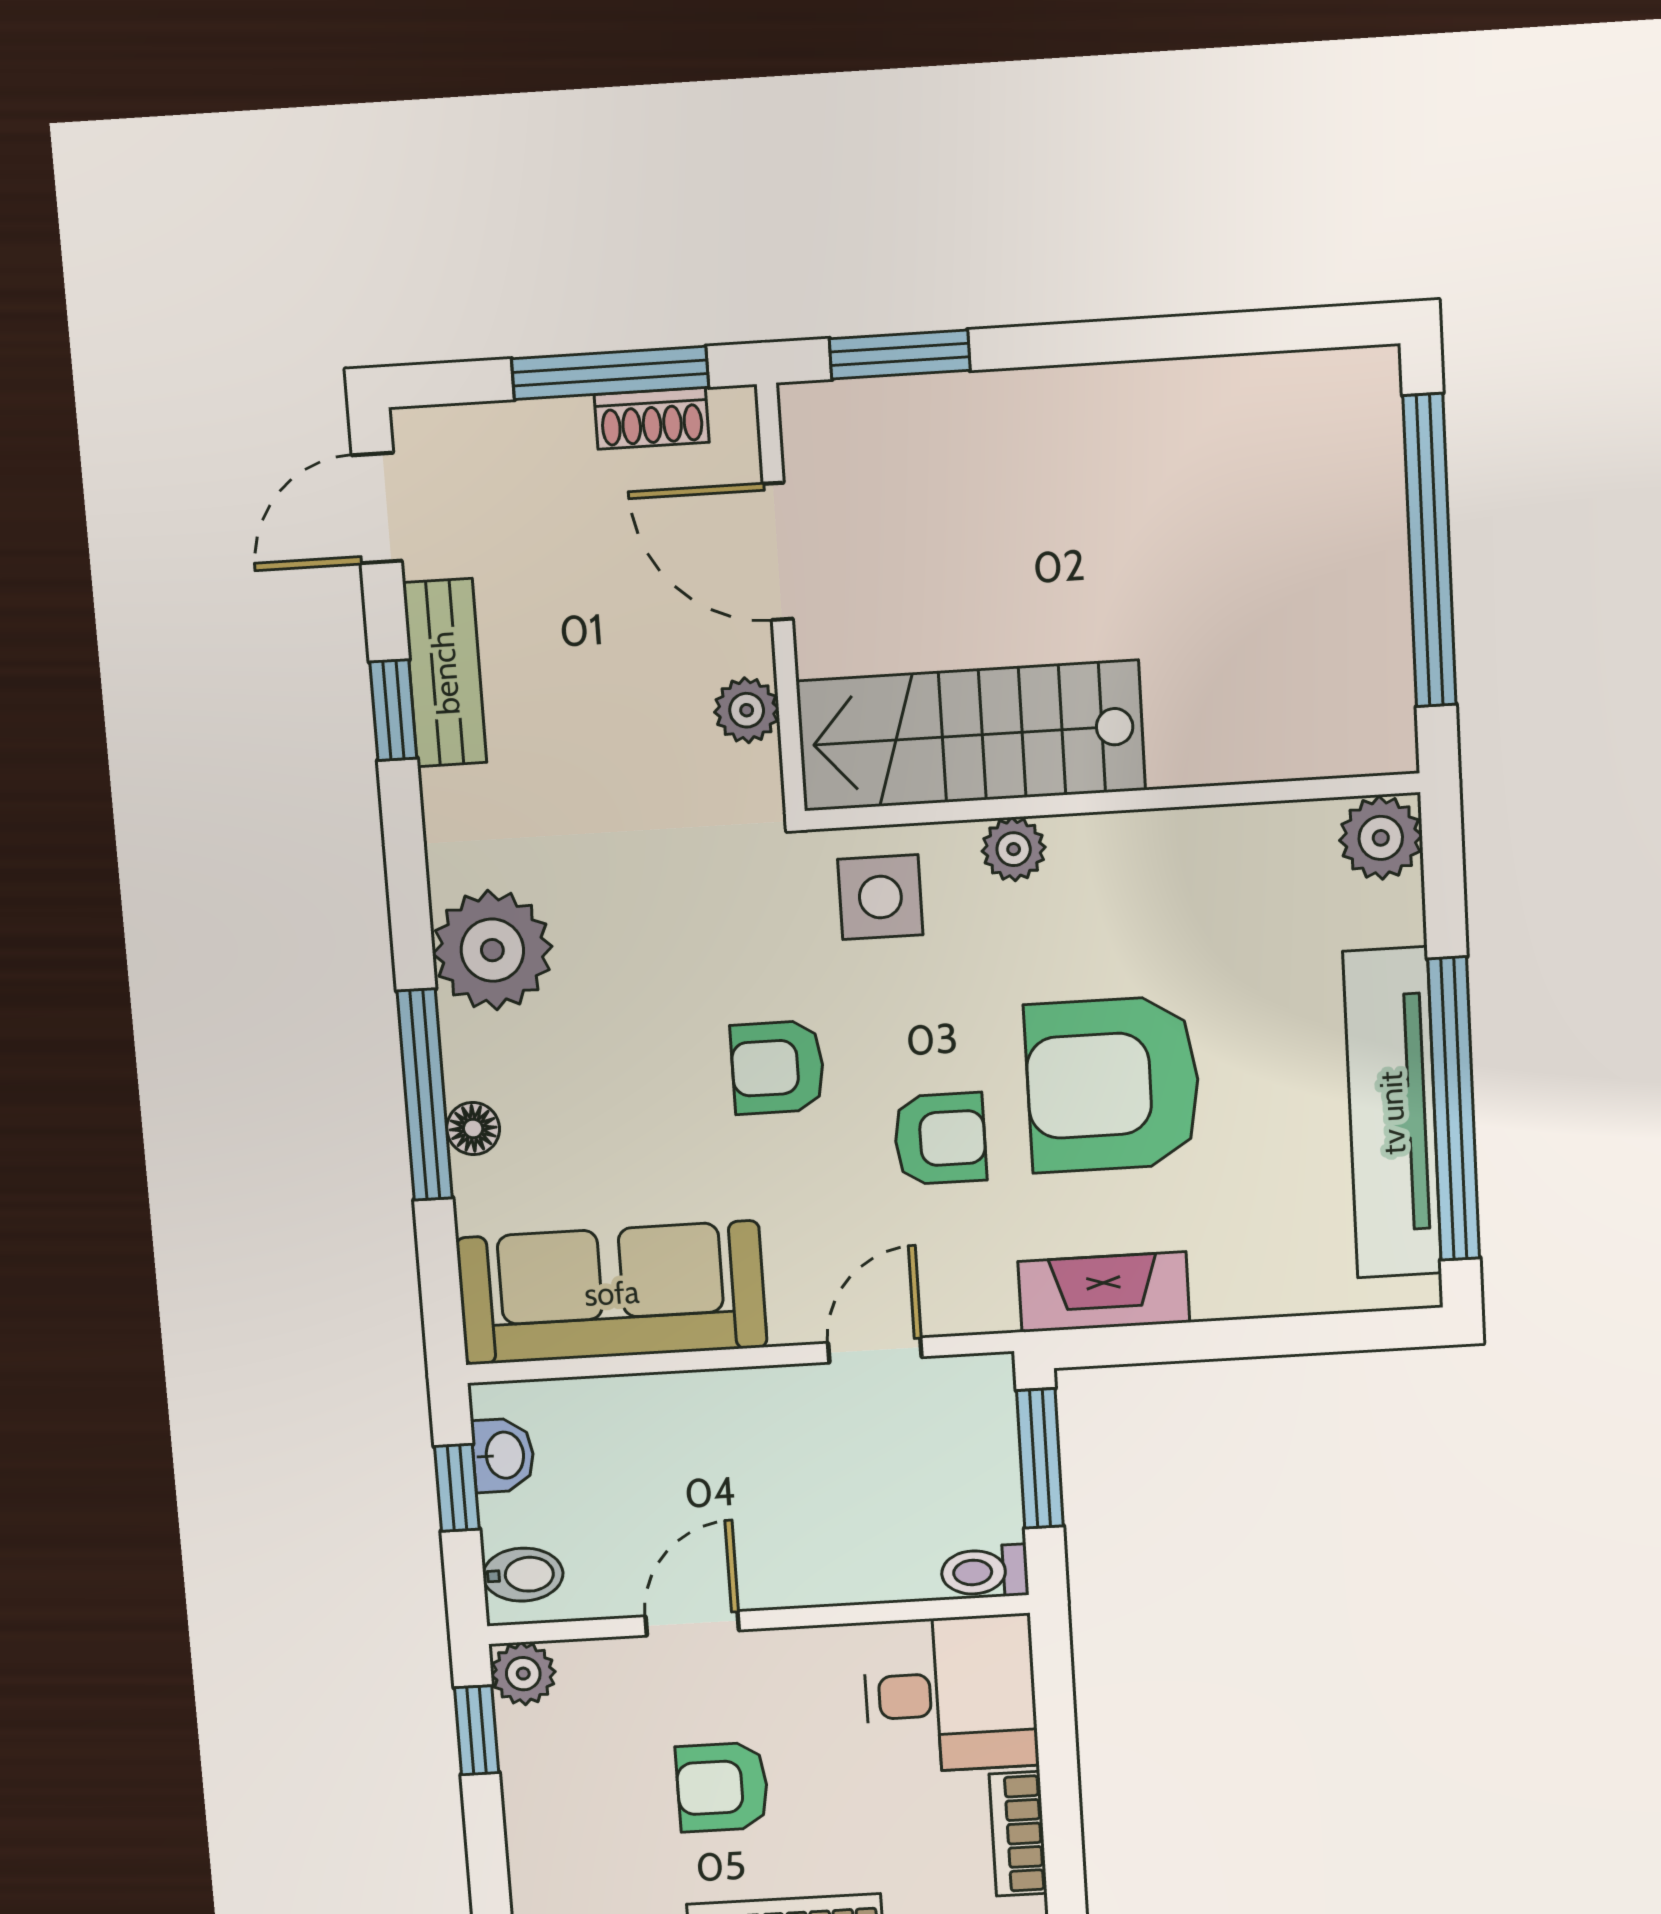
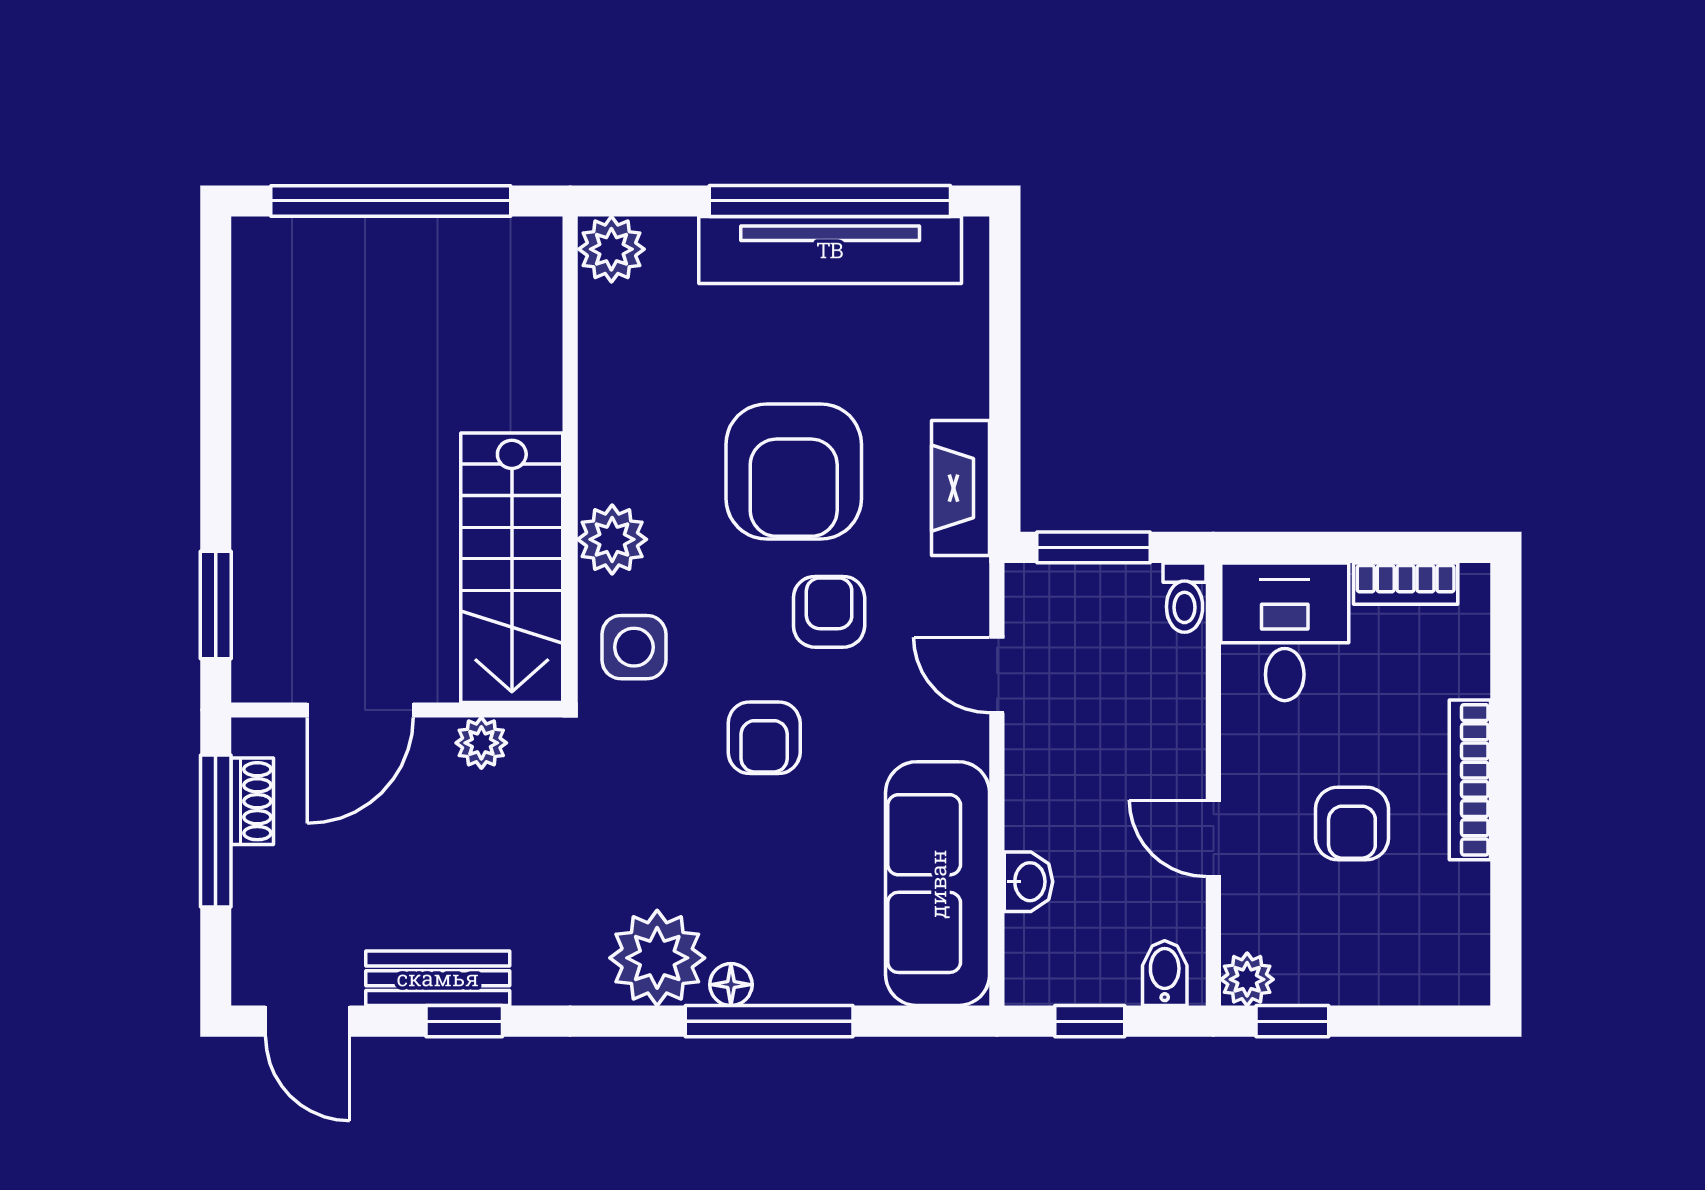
plant: (1014, 849) -> (612, 539), width x1.38, depth x1.38
floor lamp: (473, 1128) -> (731, 985), moved
washbasin: (503, 1455) -> (1028, 882), moved, turned 90

